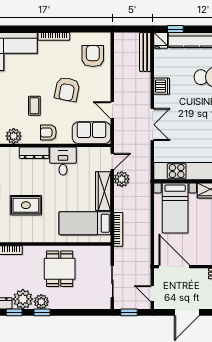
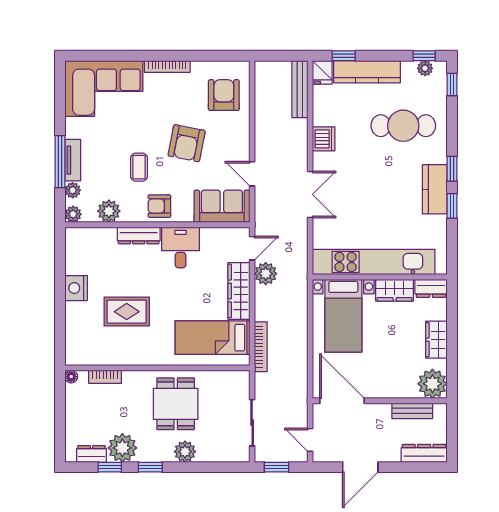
plant: (41, 302) -> (185, 452), moved

